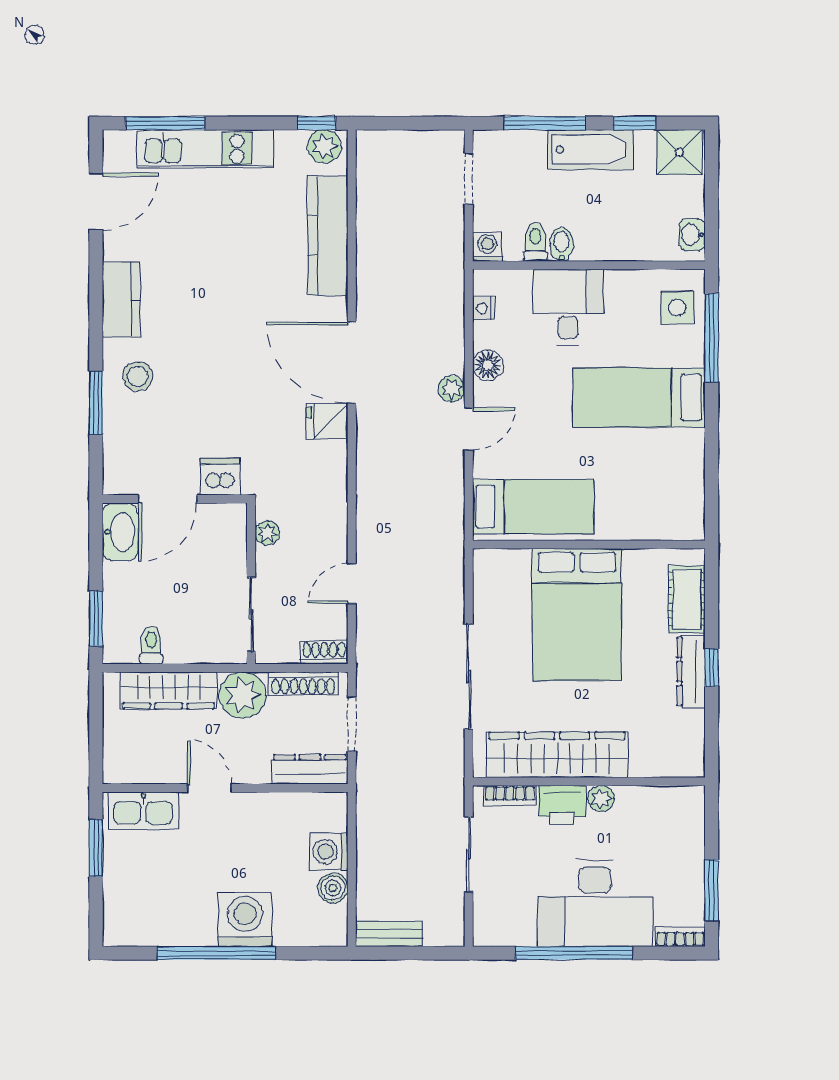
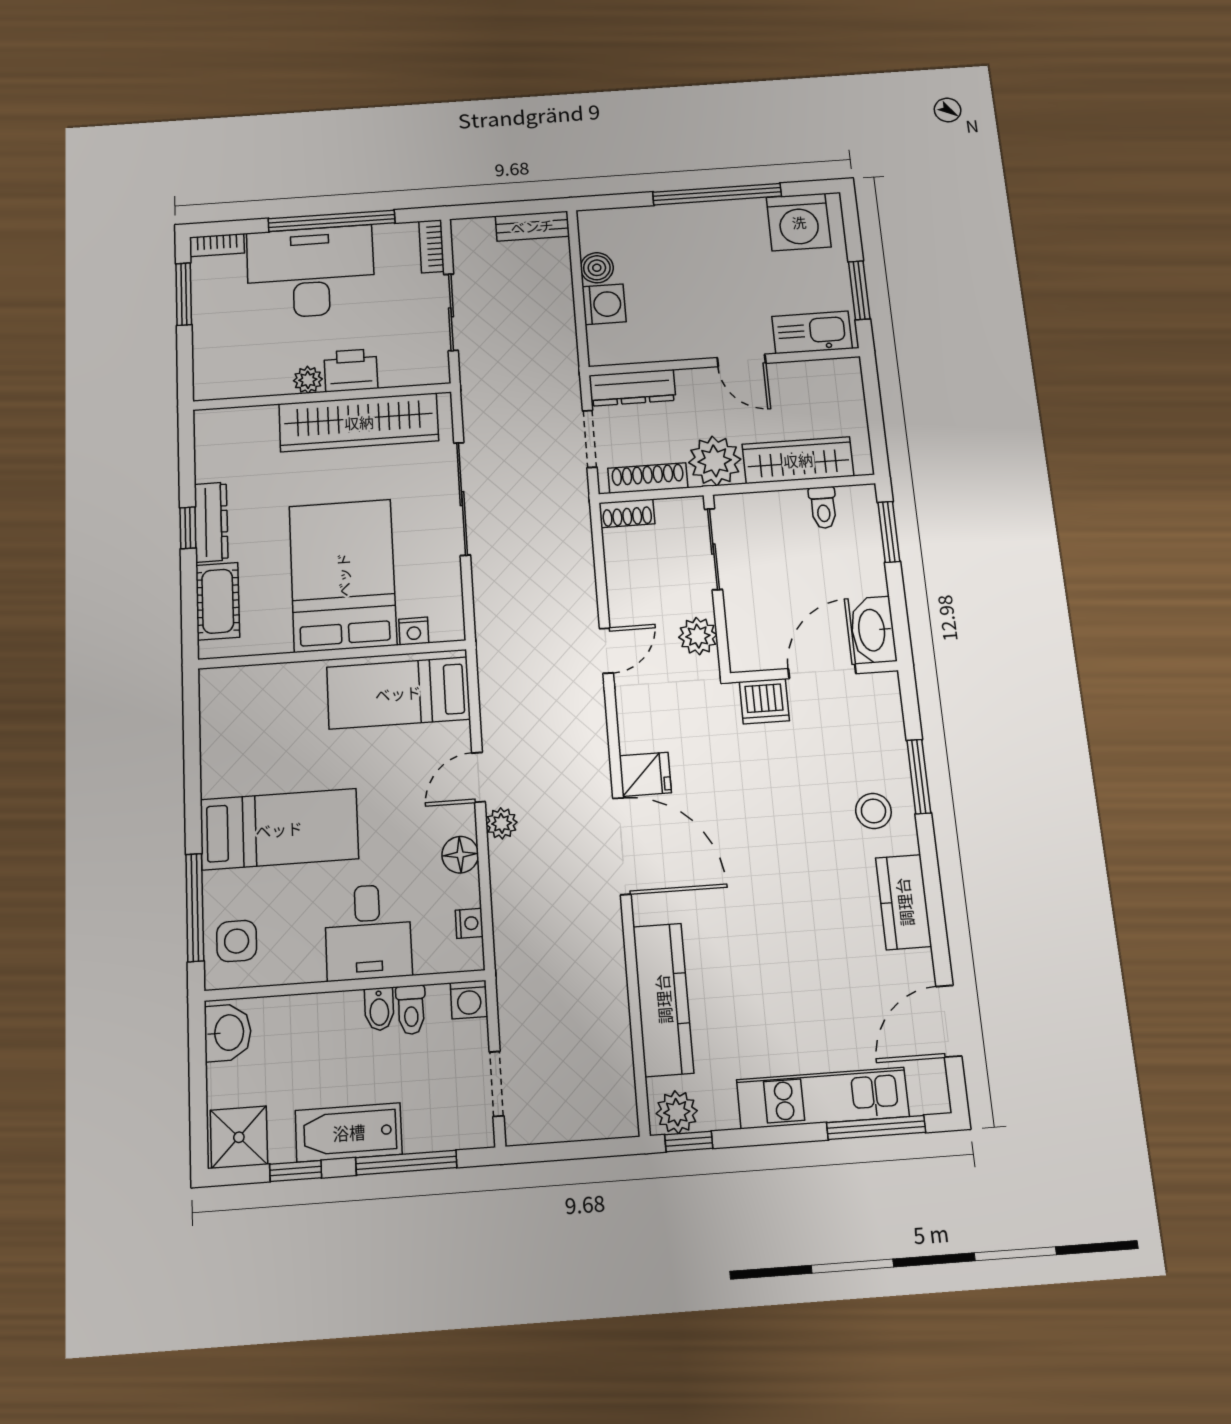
washbasin: (692, 235) -> (228, 1033), width x1.38, depth x1.45
plant: (267, 533) -> (698, 636), width x1.38, depth x1.38
nightstand: (517, 560) -> (414, 631), added
door: (352, 584) -> (606, 651), moved
bookcase: (510, 796) -> (432, 246), moved, turned -90
washing machine: (245, 919) -> (799, 222), moved

